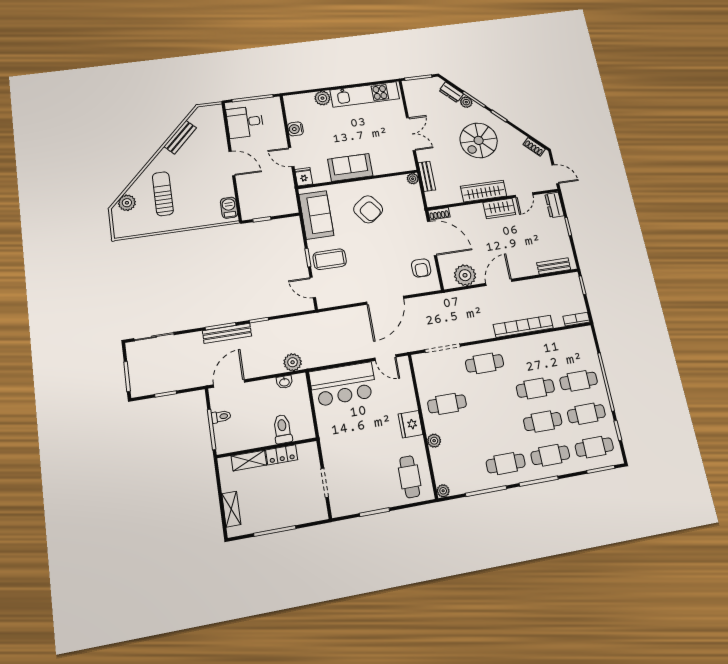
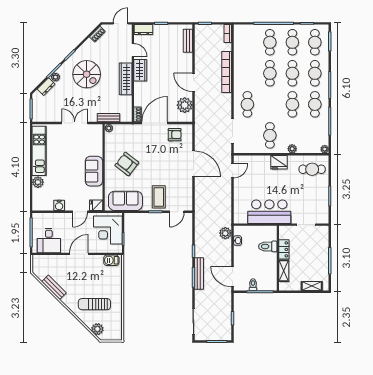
corner desk: (271, 197) -> (108, 230), added
armchair: (368, 209) -> (127, 164), turned -106
bar counter: (343, 384) -> (269, 212), moved, turned -90
cafe table: (498, 429) -> (292, 104), added

